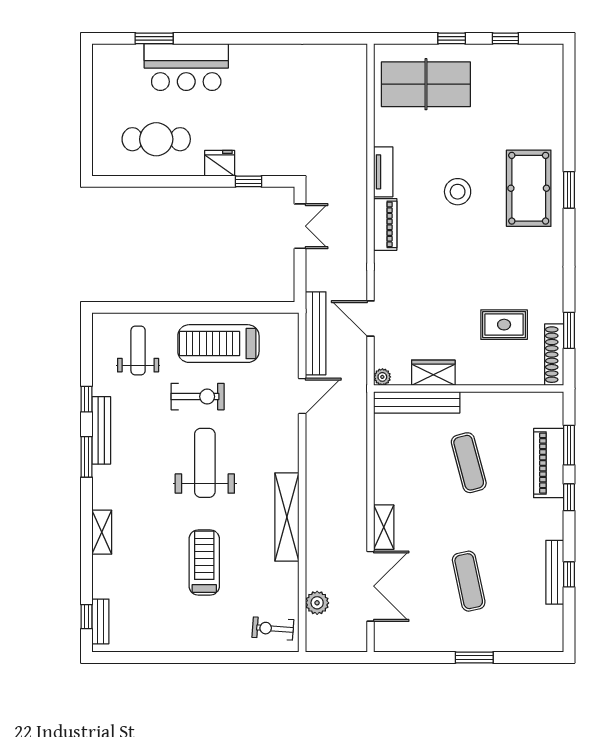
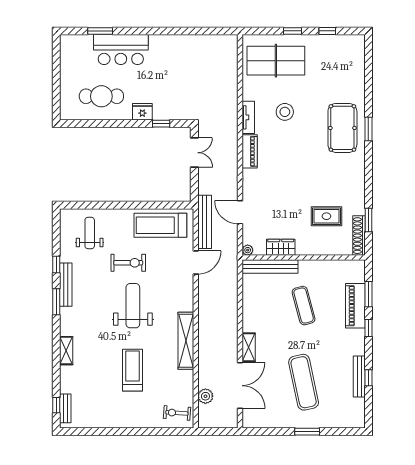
stool: (458, 192) -> (285, 112), moved
treadmill: (218, 344) -> (160, 225), moved
exercise mat: (469, 581) -> (304, 382), width x1.36, depth x1.45

